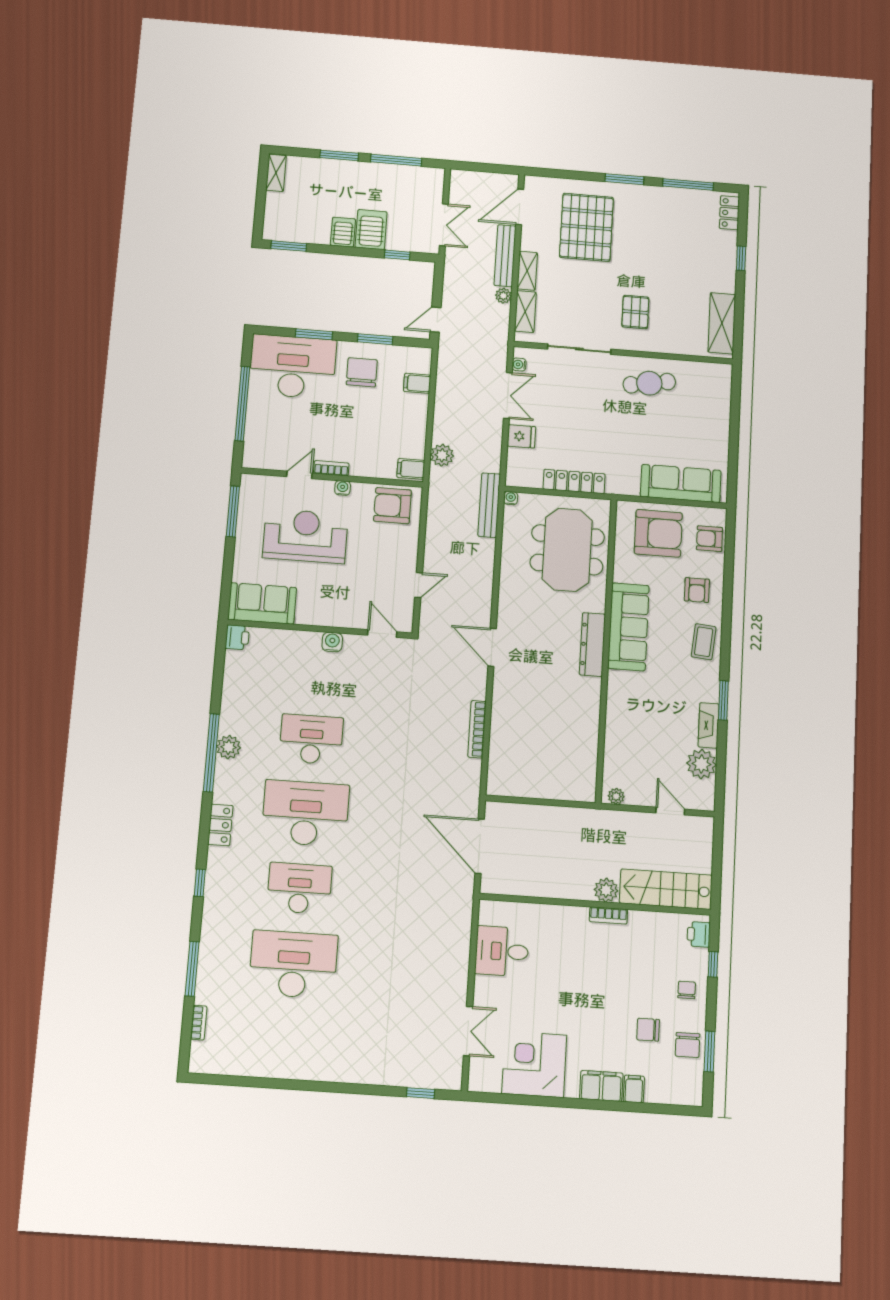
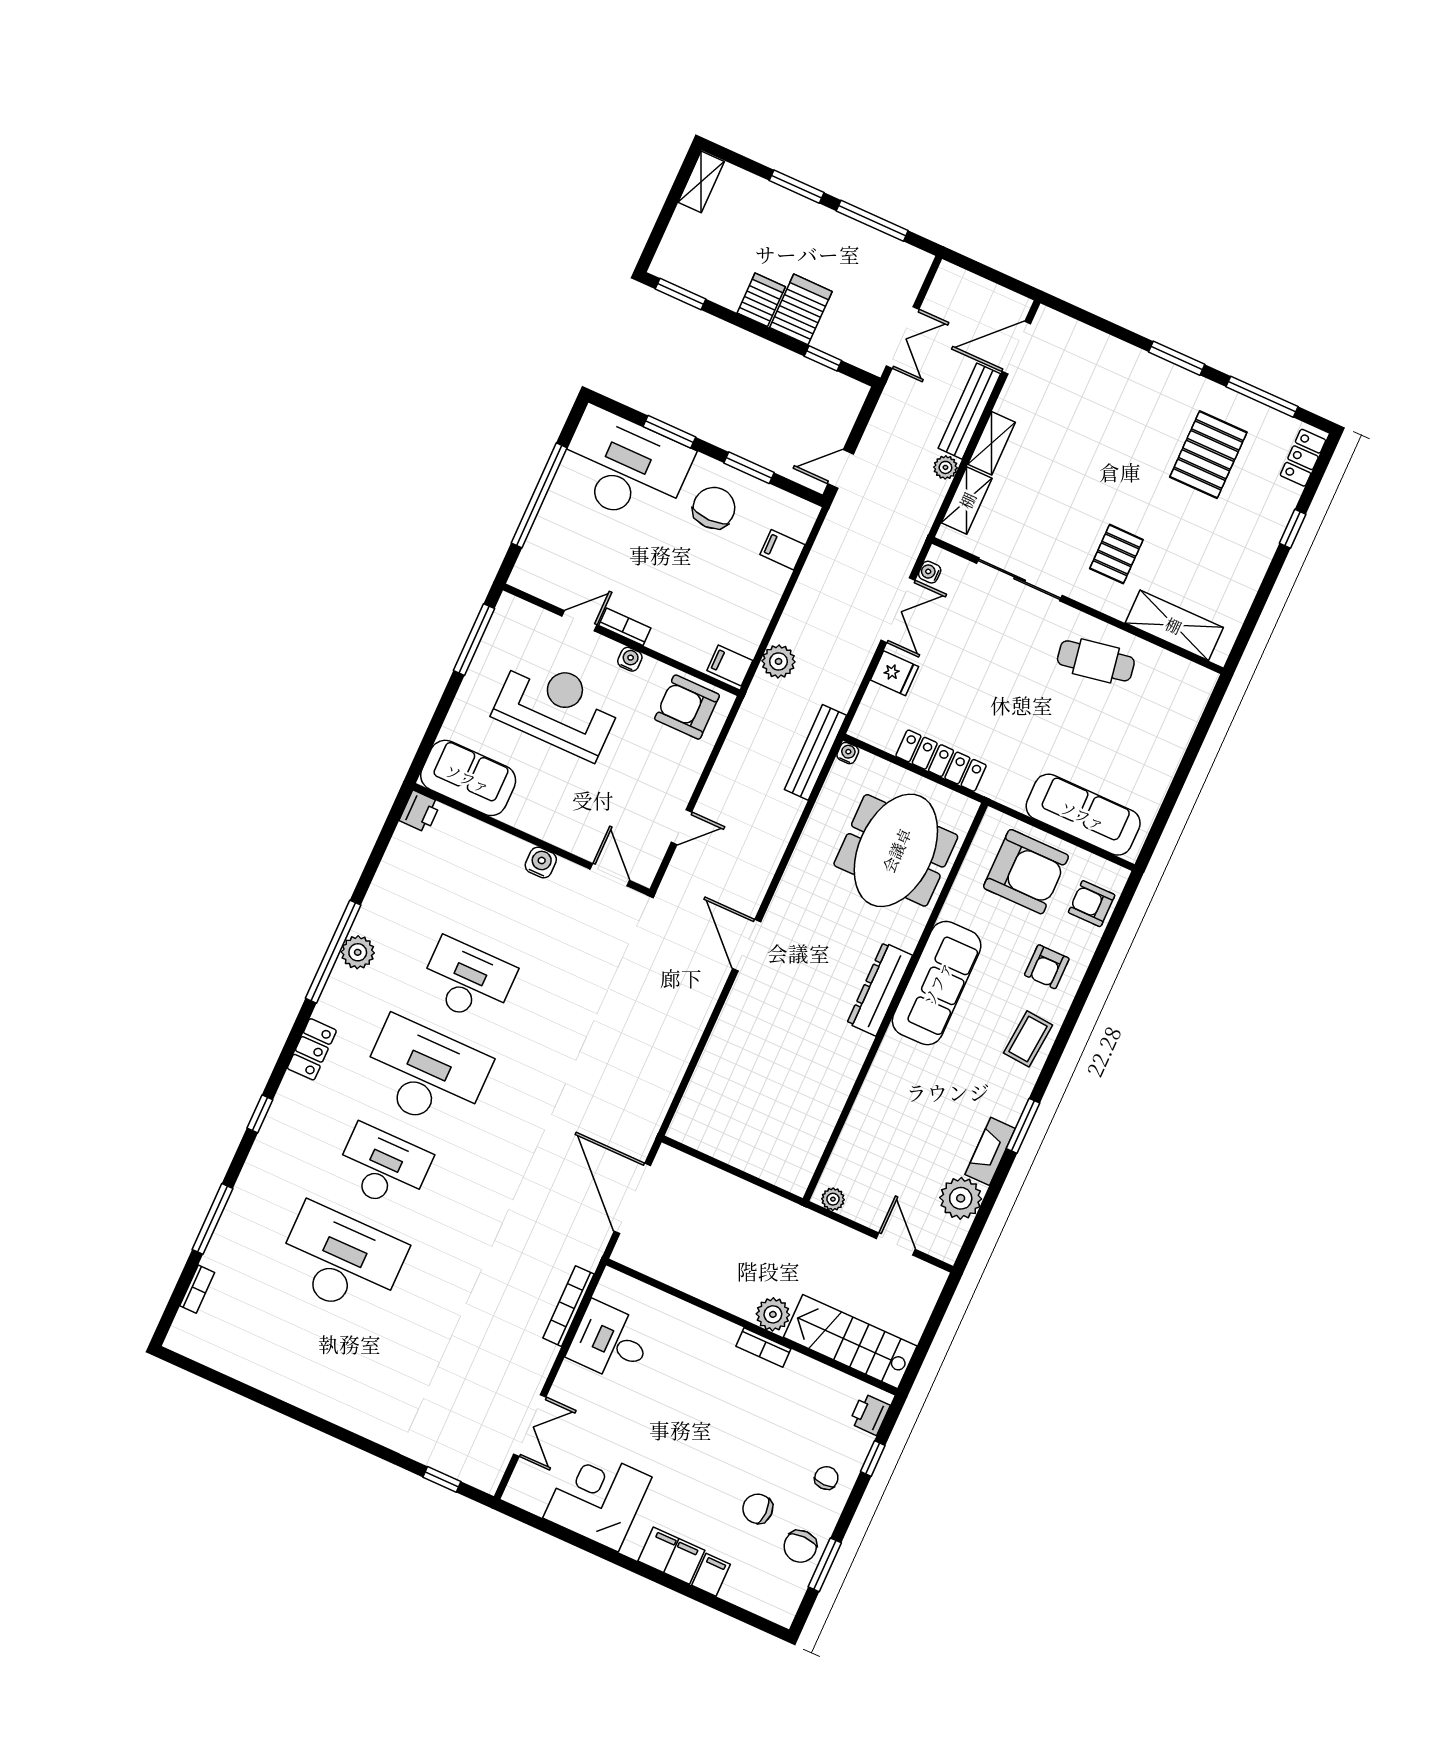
pallet: (586, 227) -> (1208, 455), moved, width x0.73, depth x0.71
shelving: (722, 323) -> (1174, 625), moved, turned 90
bookcase: (477, 729) -> (569, 1306), moved

